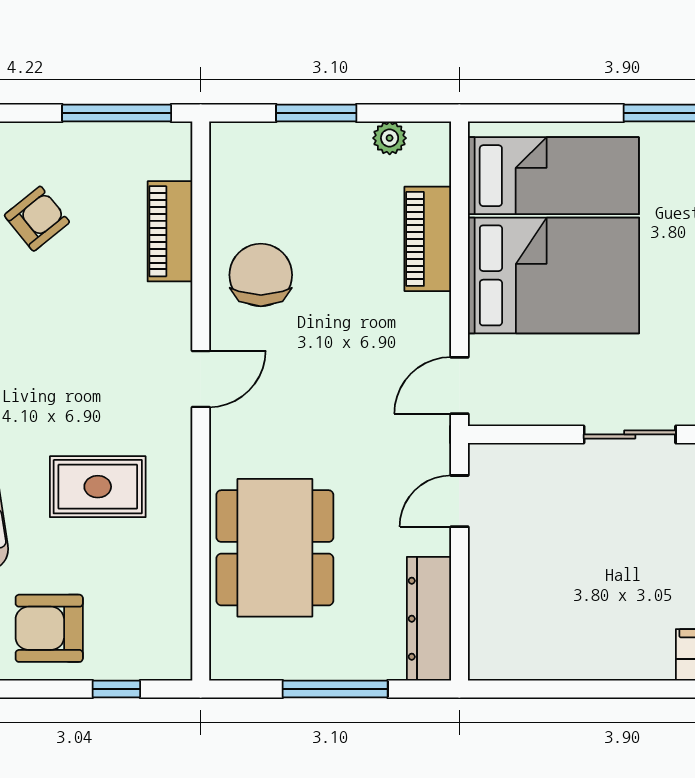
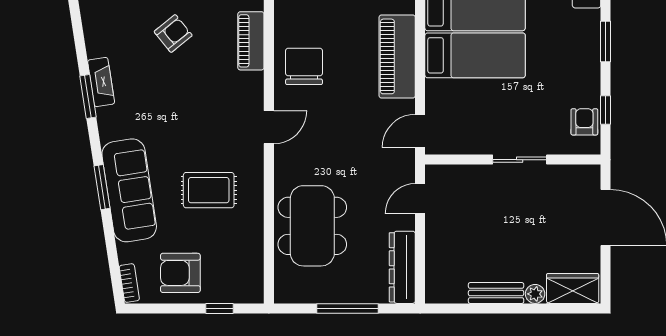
piano: (428, 239) -> (397, 56), width x1.37, depth x1.33
bed: (553, 275) -> (475, 55), width x0.67
bench: (589, 663) -> (496, 293), added
plant: (656, 664) -> (535, 294), added

